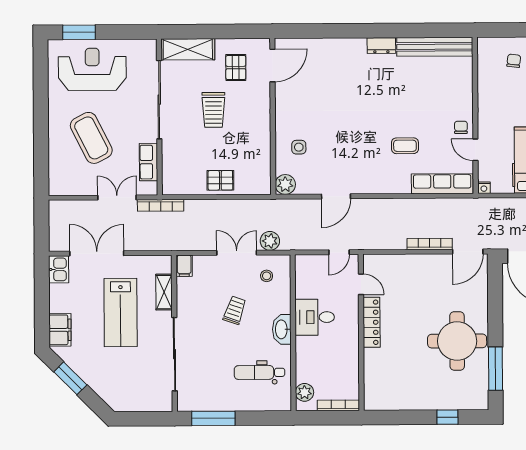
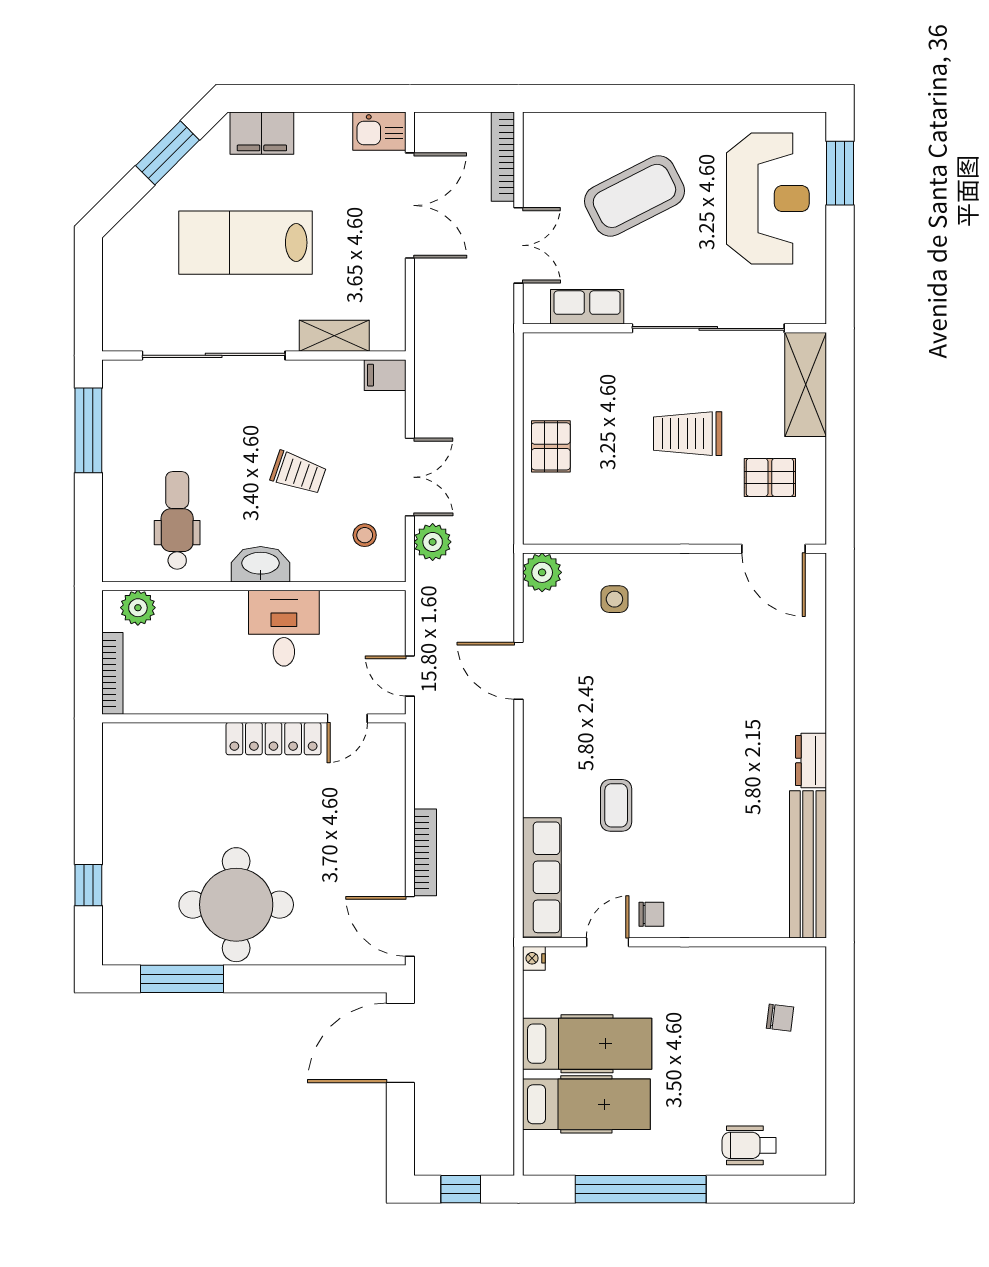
bookcase: (161, 205) -> (503, 157), moved
lab bench: (121, 313) -> (246, 243), moved

